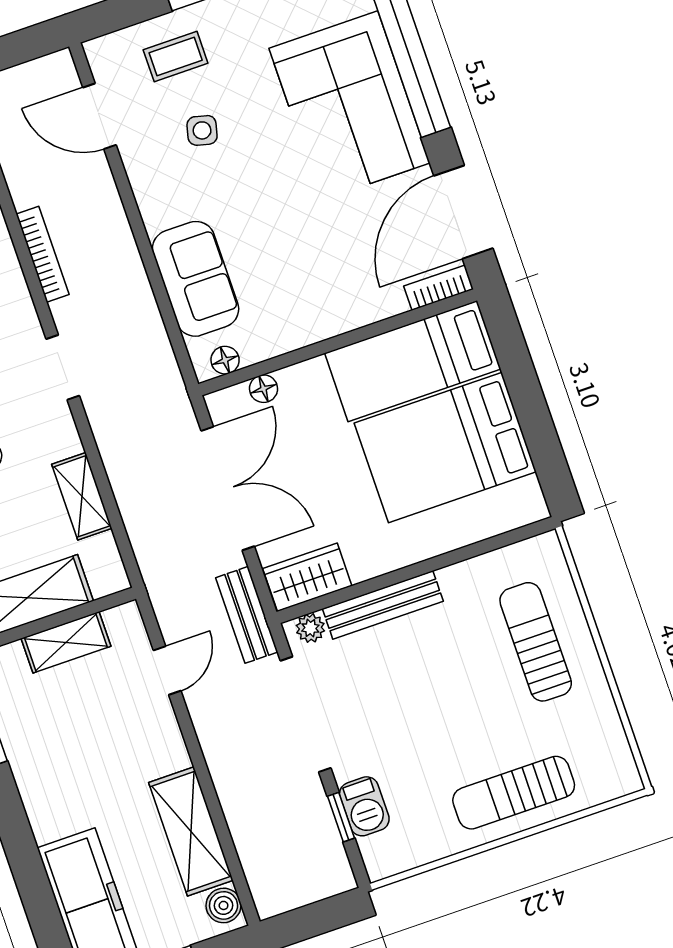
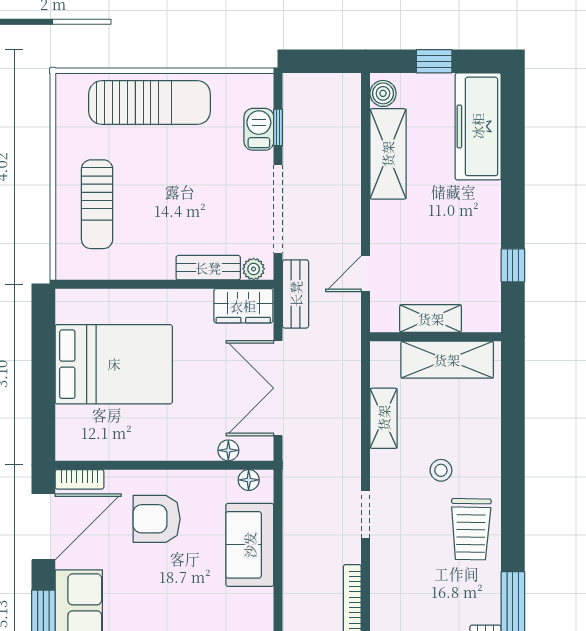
armchair: (324, 271) -> (157, 519), added
bed: (413, 361) -> (116, 433), removed
bench: (383, 605) -> (208, 268), width x0.73
sun lounger: (514, 793) -> (150, 103), width x1.36, depth x1.34

